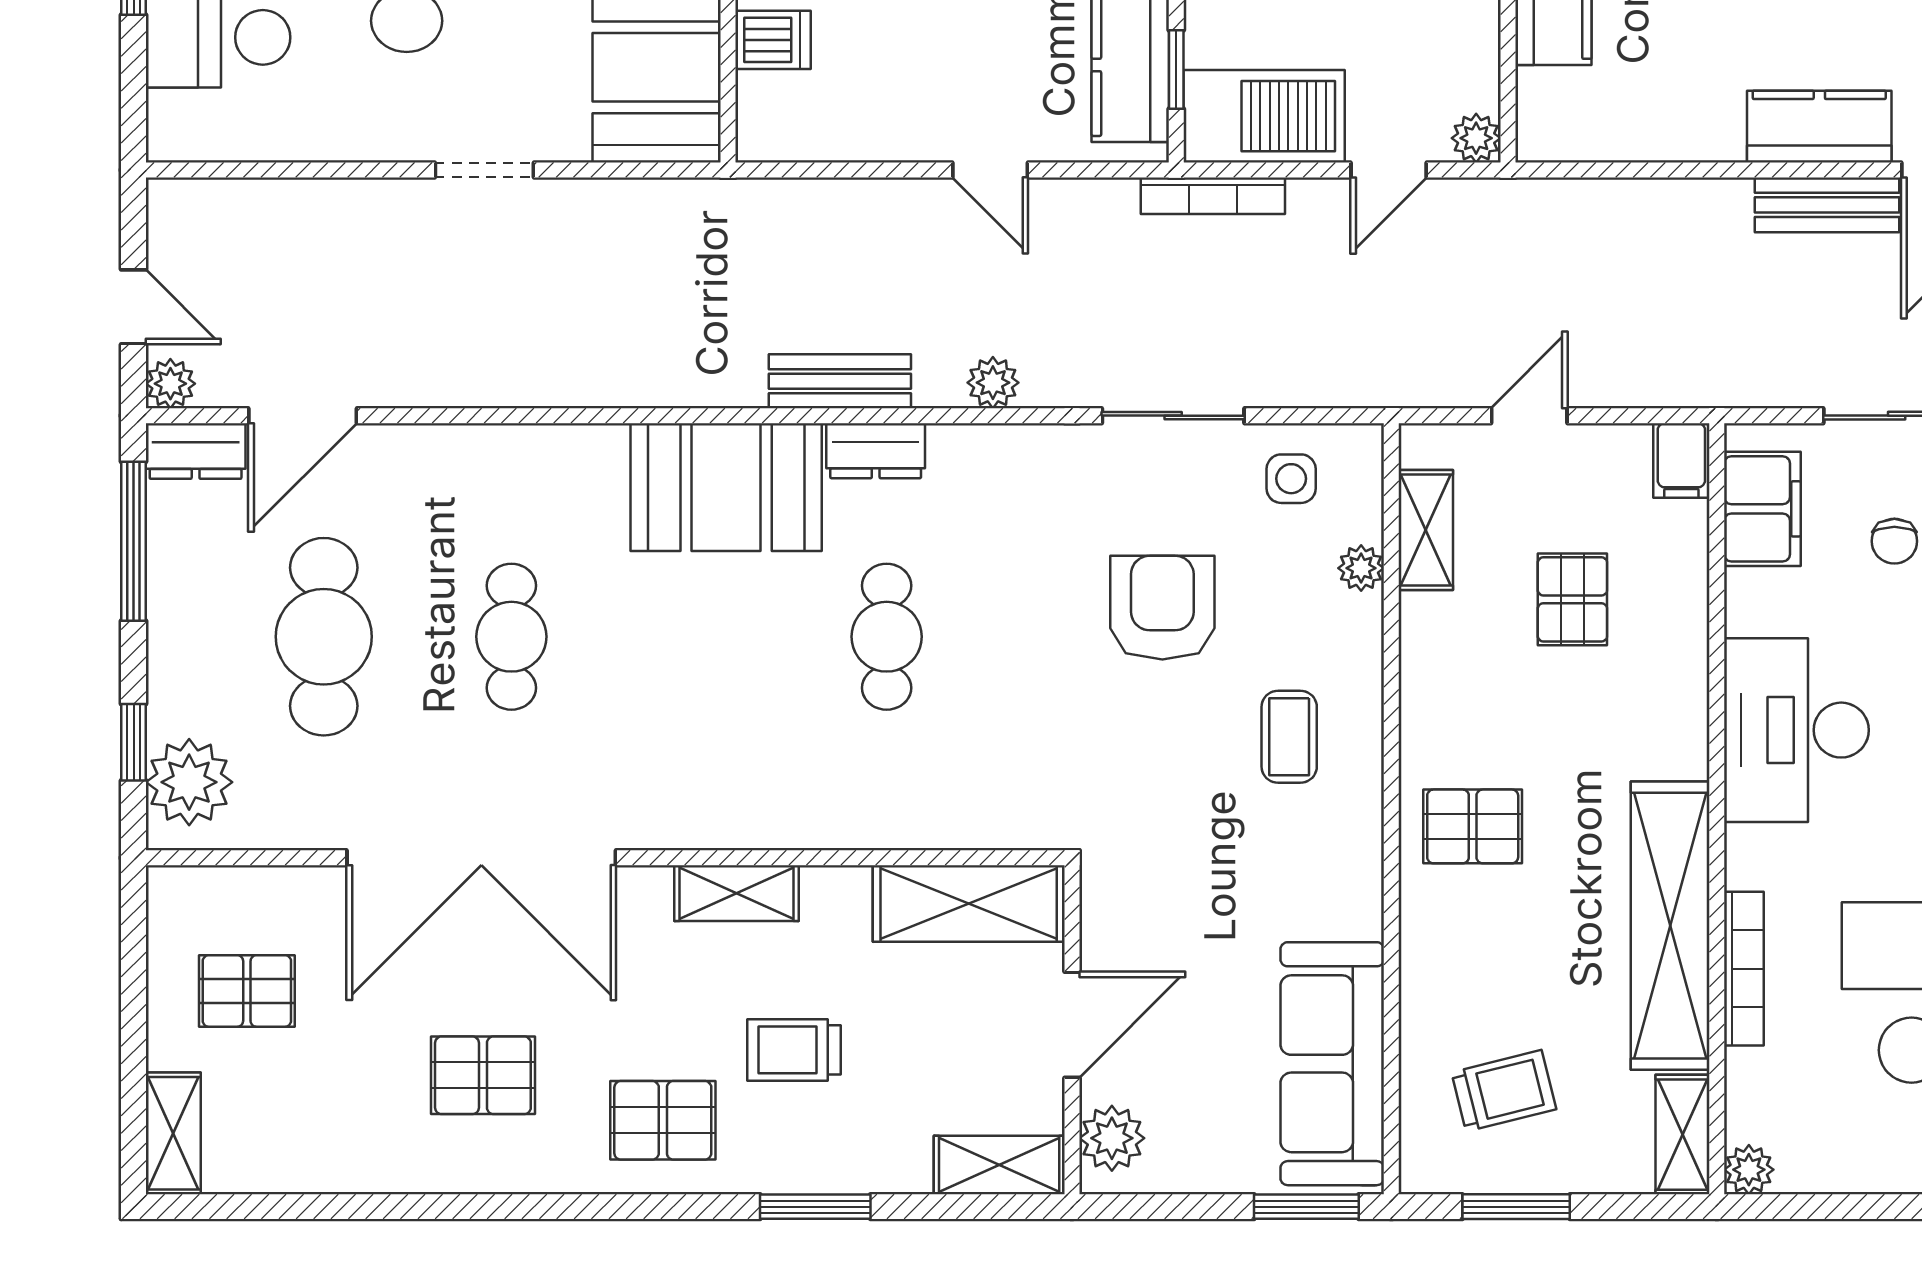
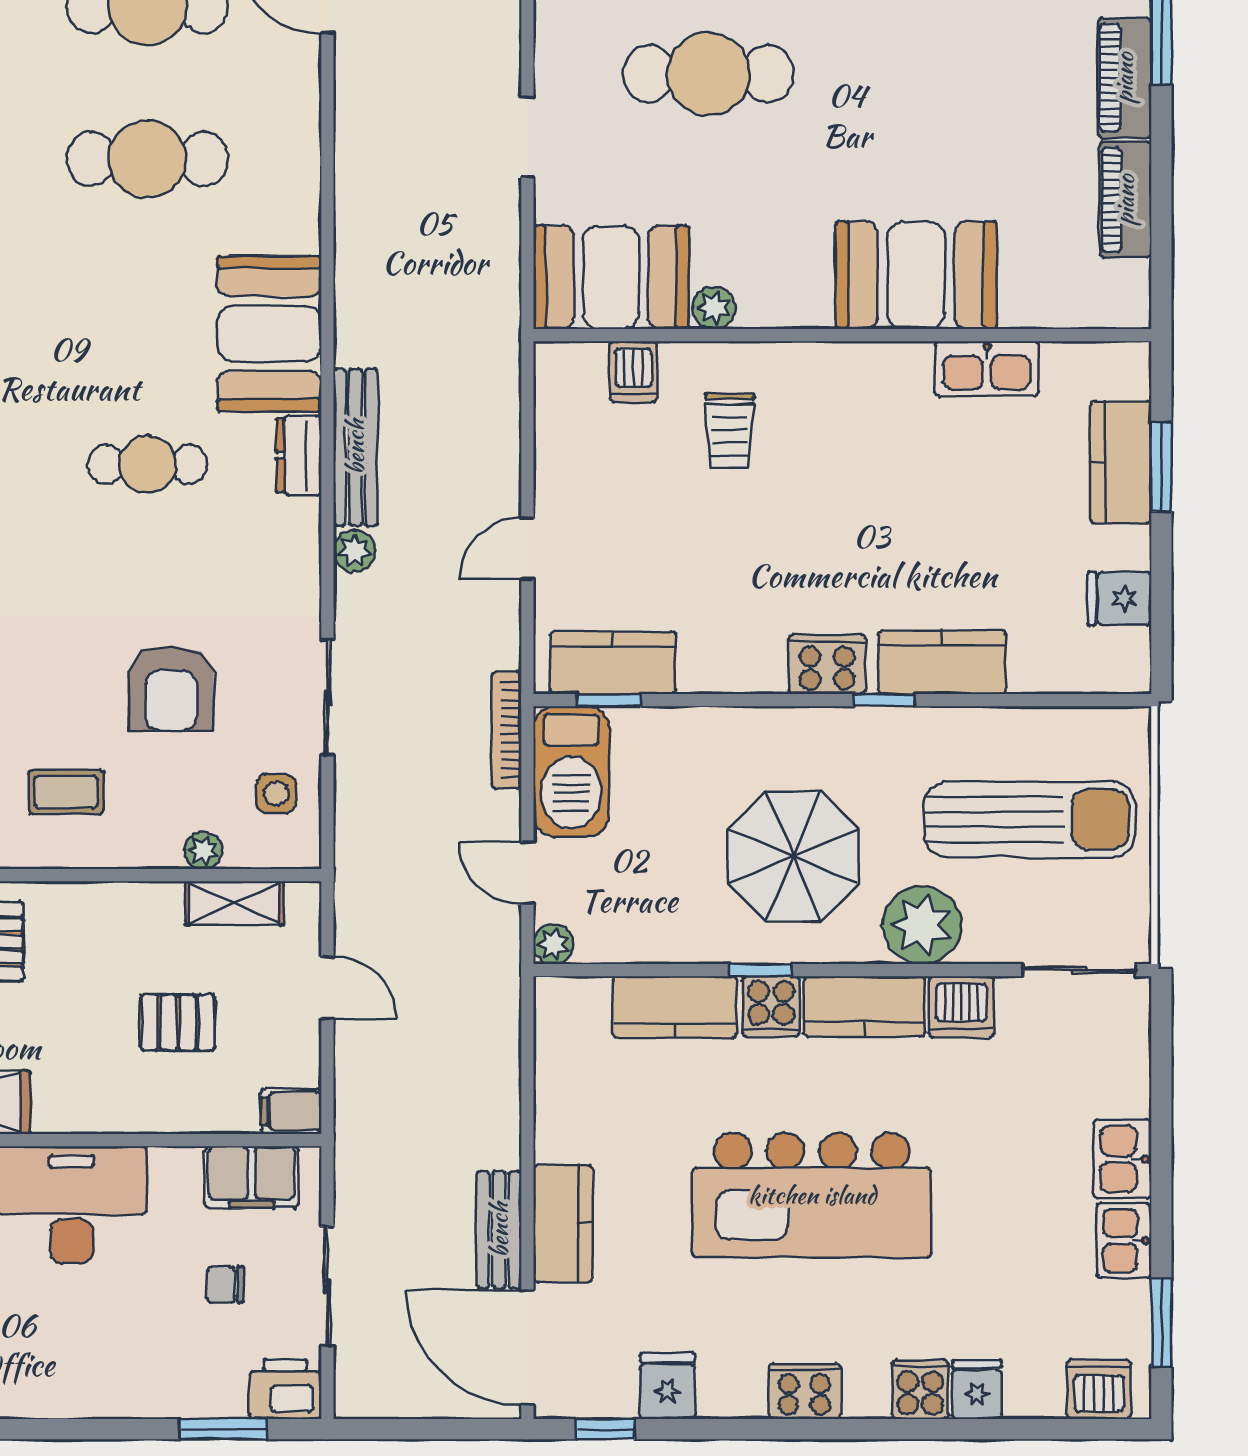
bench: (840, 381) -> (355, 447), width x1.36
armchair: (1162, 608) -> (171, 689), turned 90
cafe table: (511, 637) -> (147, 159), width x1.37, depth x1.35

